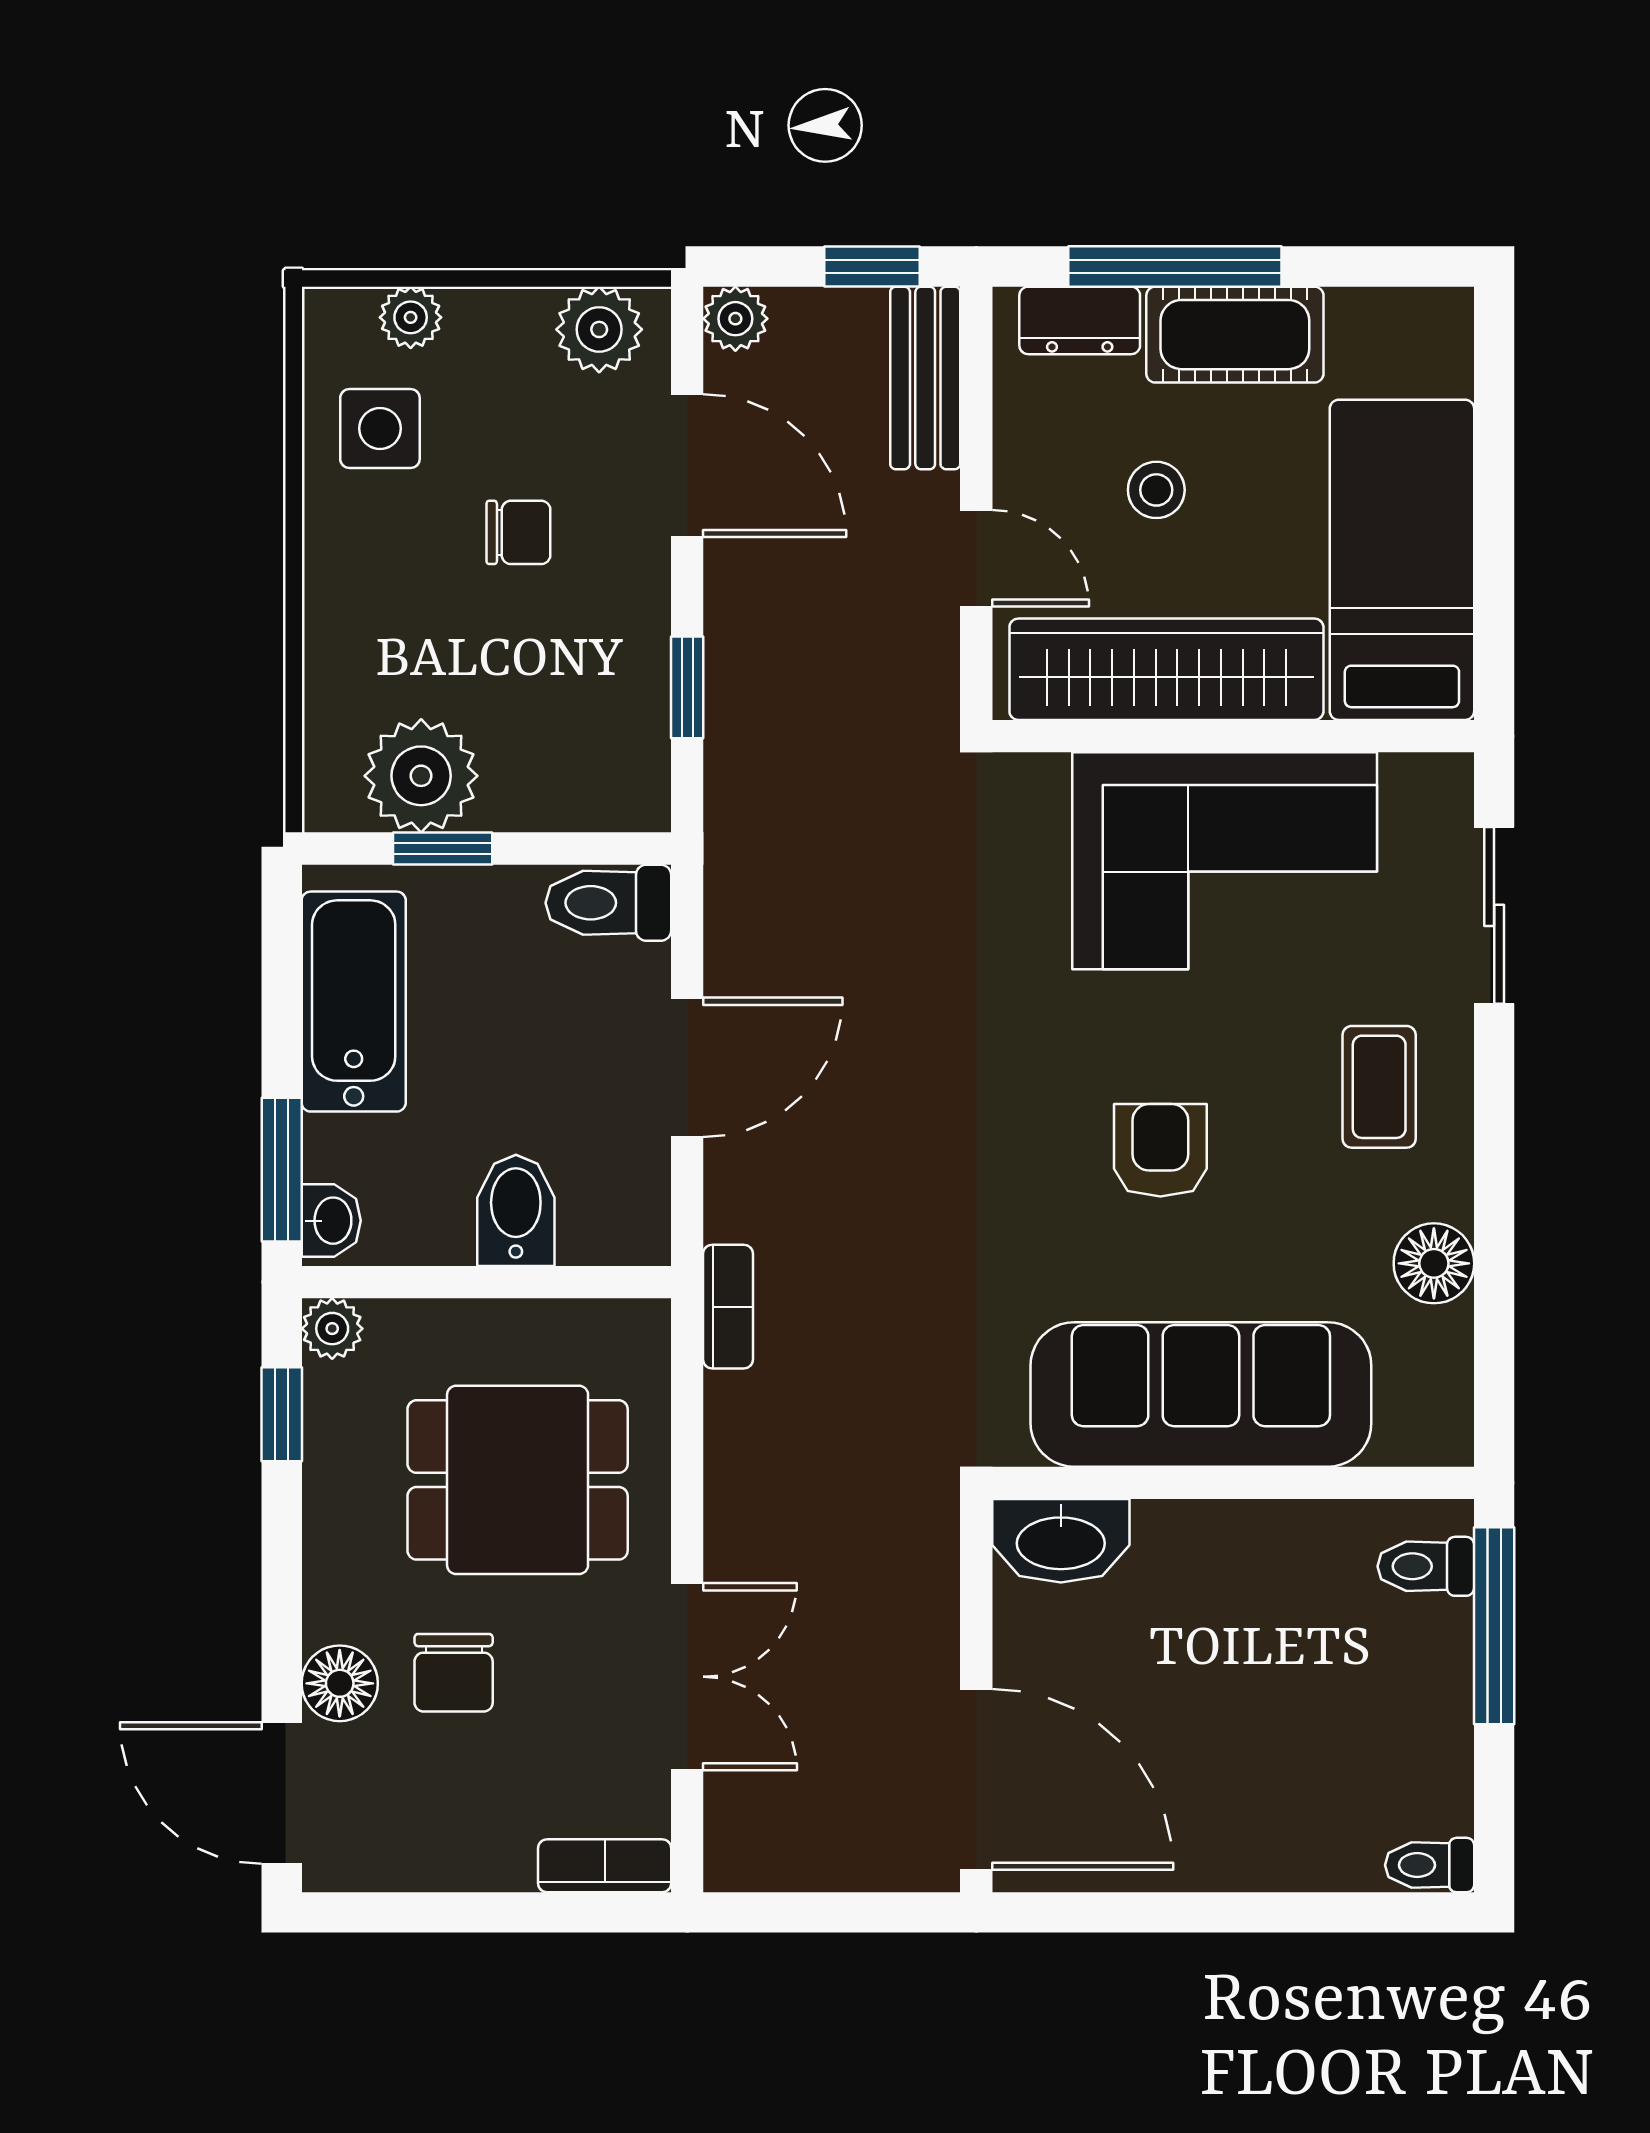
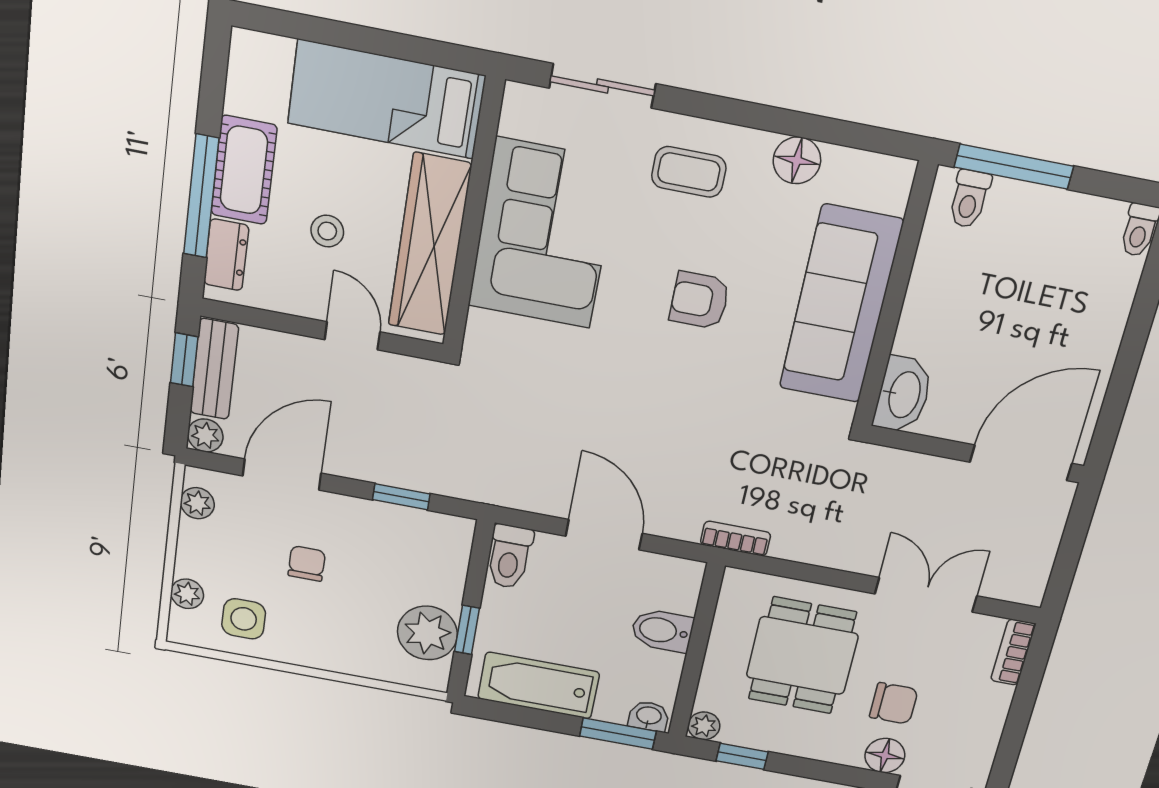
plant: (599, 329) -> (197, 503), width x0.73, depth x0.73
bench: (925, 378) -> (214, 369), moved, turned 90
door: (976, 558) -> (352, 336), hinge flipped

